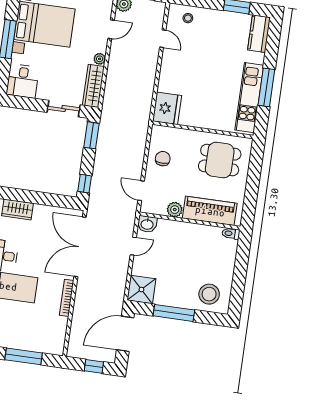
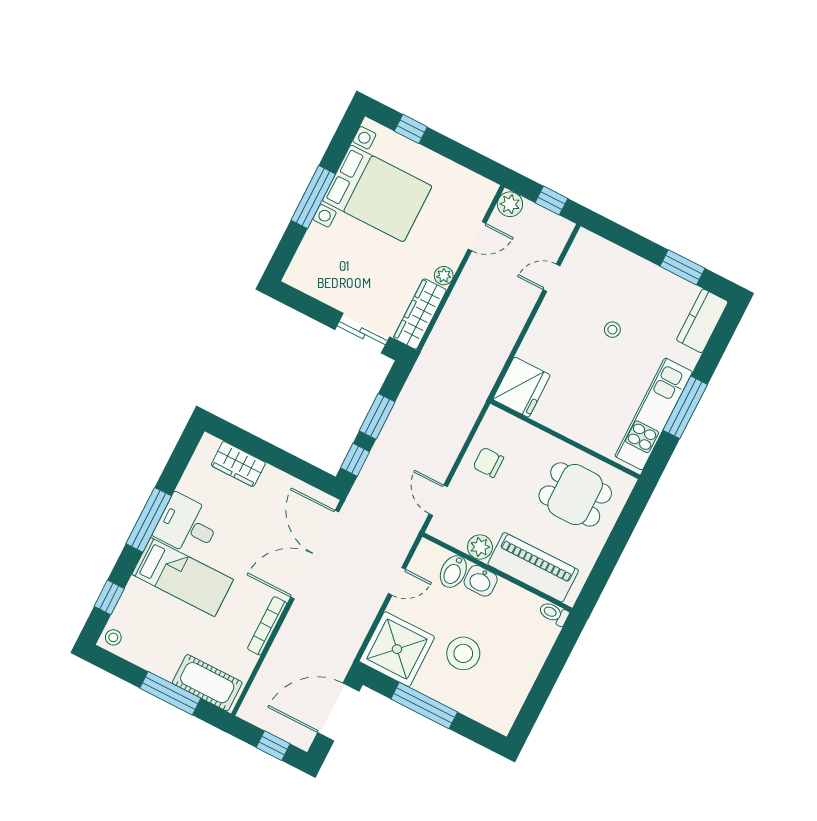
stool: (188, 18) -> (612, 330), moved
door: (163, 39) -> (552, 278), swing flipped
desk: (23, 81) -> (314, 269), removed
window: (92, 135) -> (377, 416), moved
chair: (163, 159) -> (488, 462), turned -90
washbasin: (147, 224) -> (481, 581), moved
bidet: (164, 229) -> (453, 572), added
shower: (141, 289) -> (397, 649), width x1.37, depth x1.37
stool: (209, 294) -> (463, 653), moved
cot: (43, 343) -> (207, 683), added

